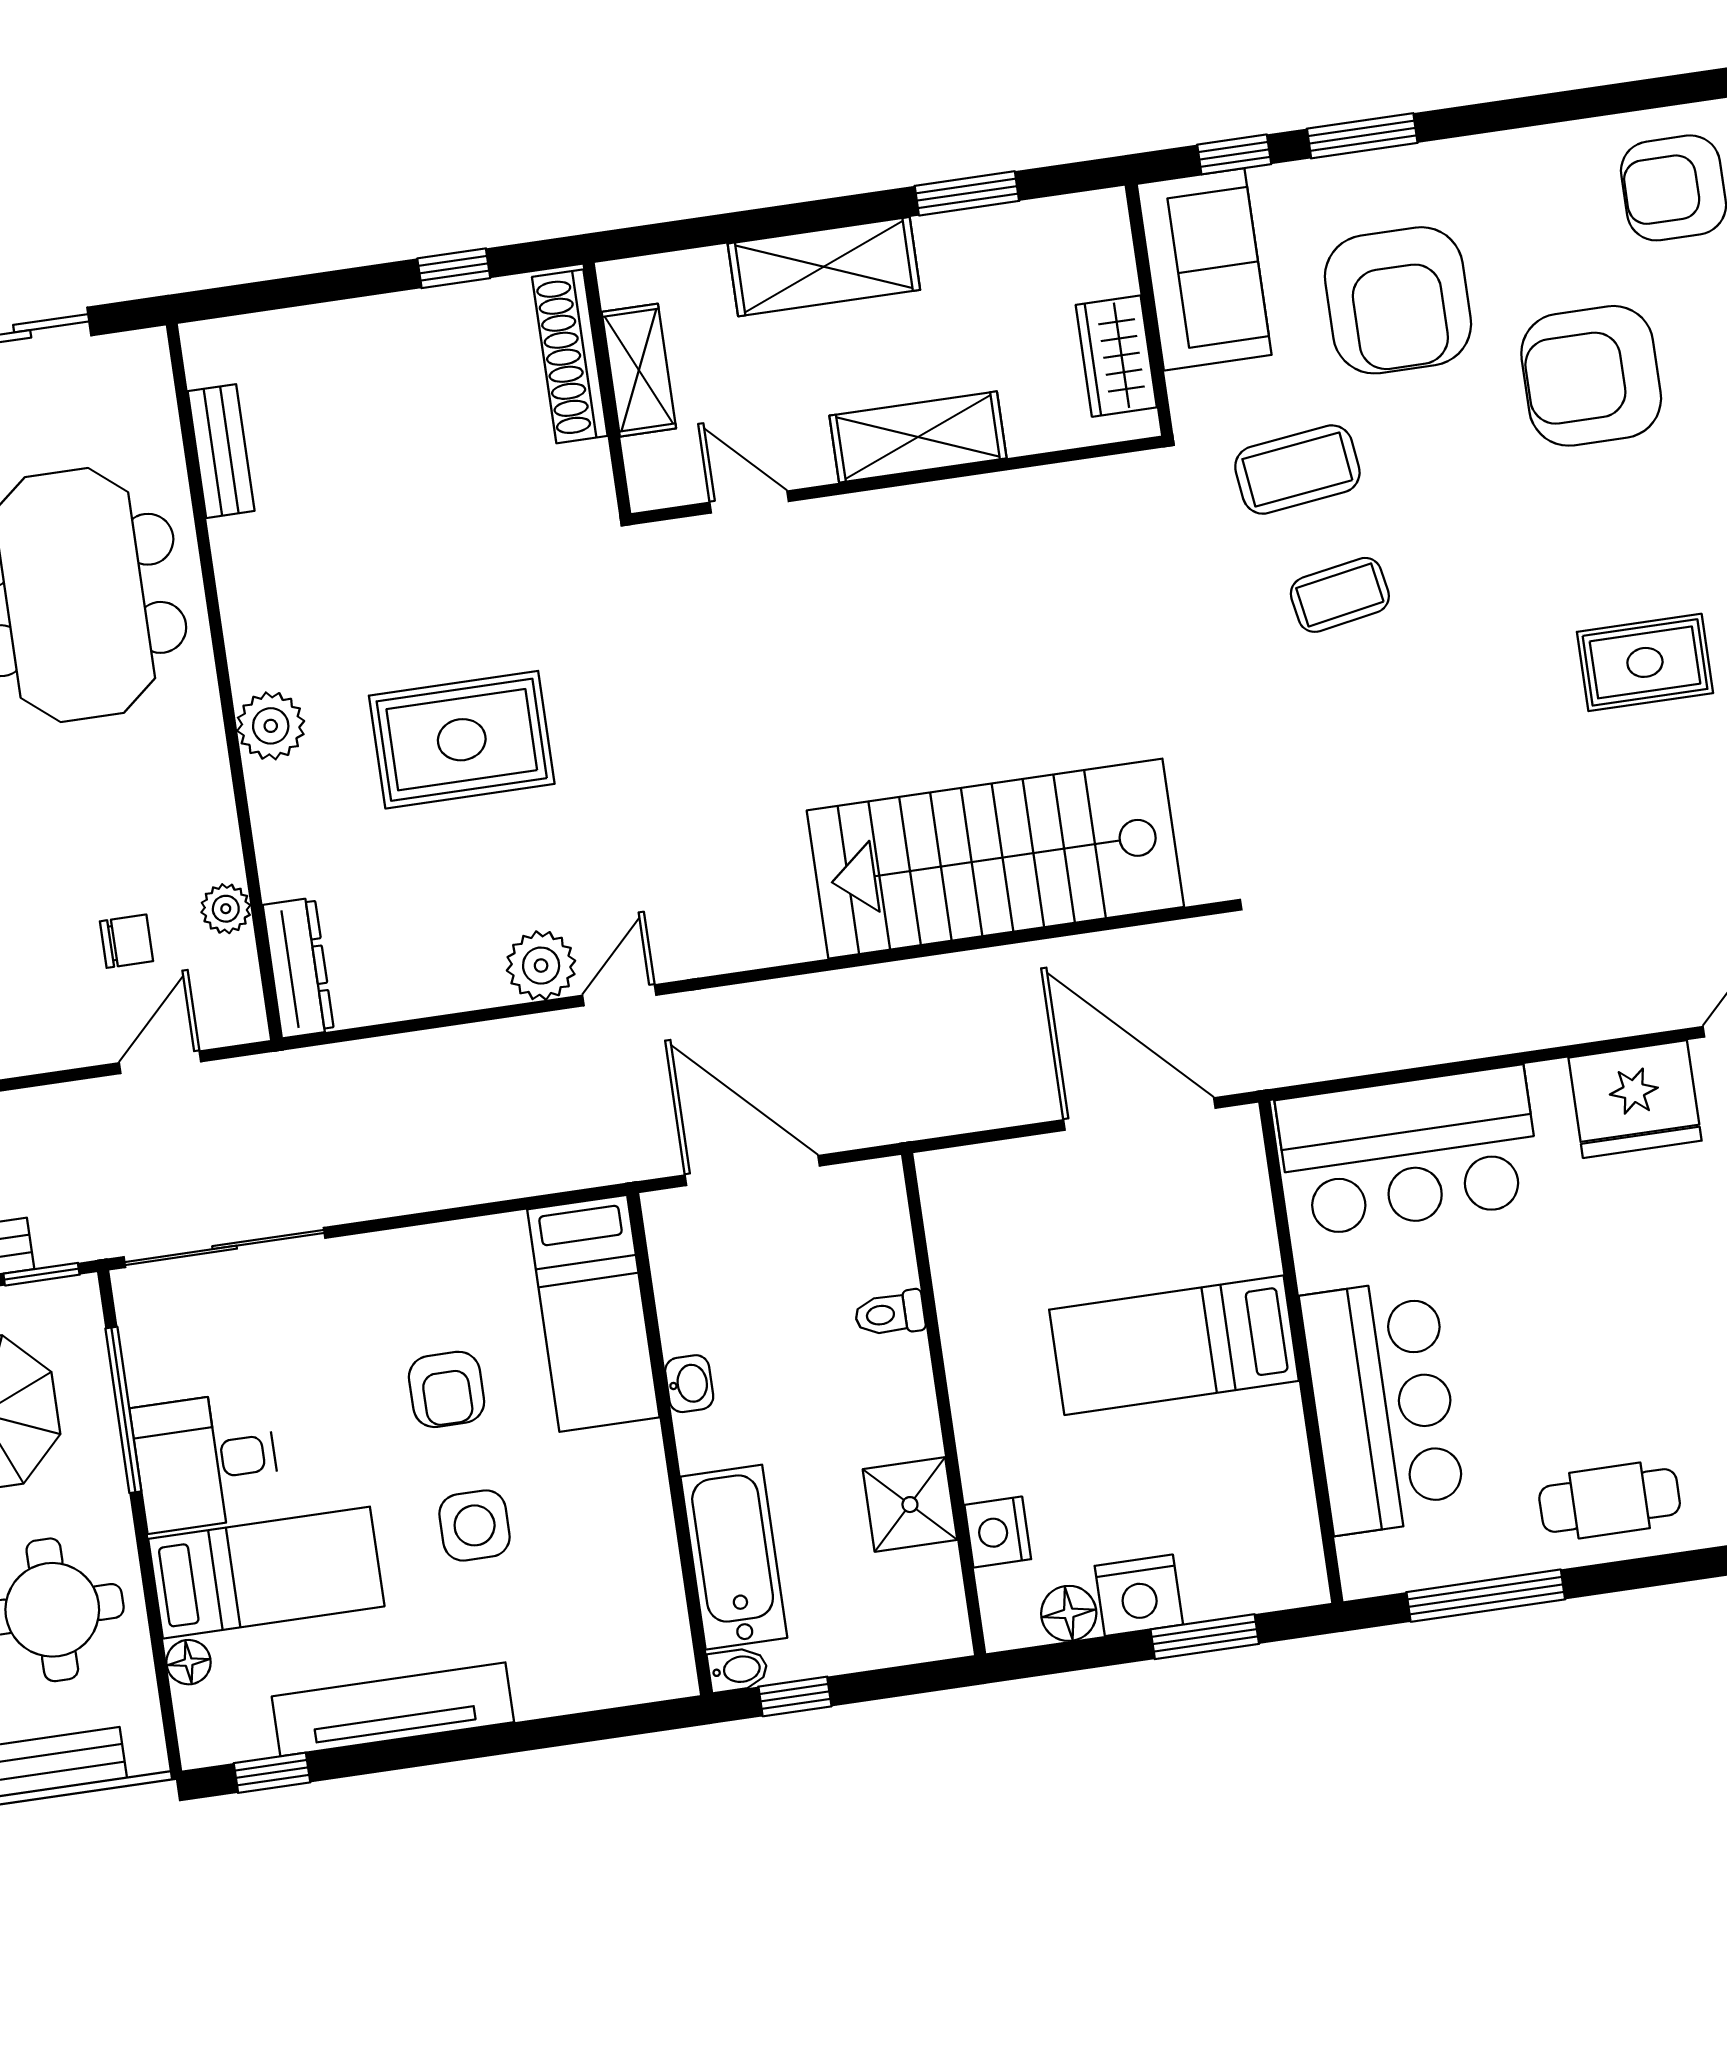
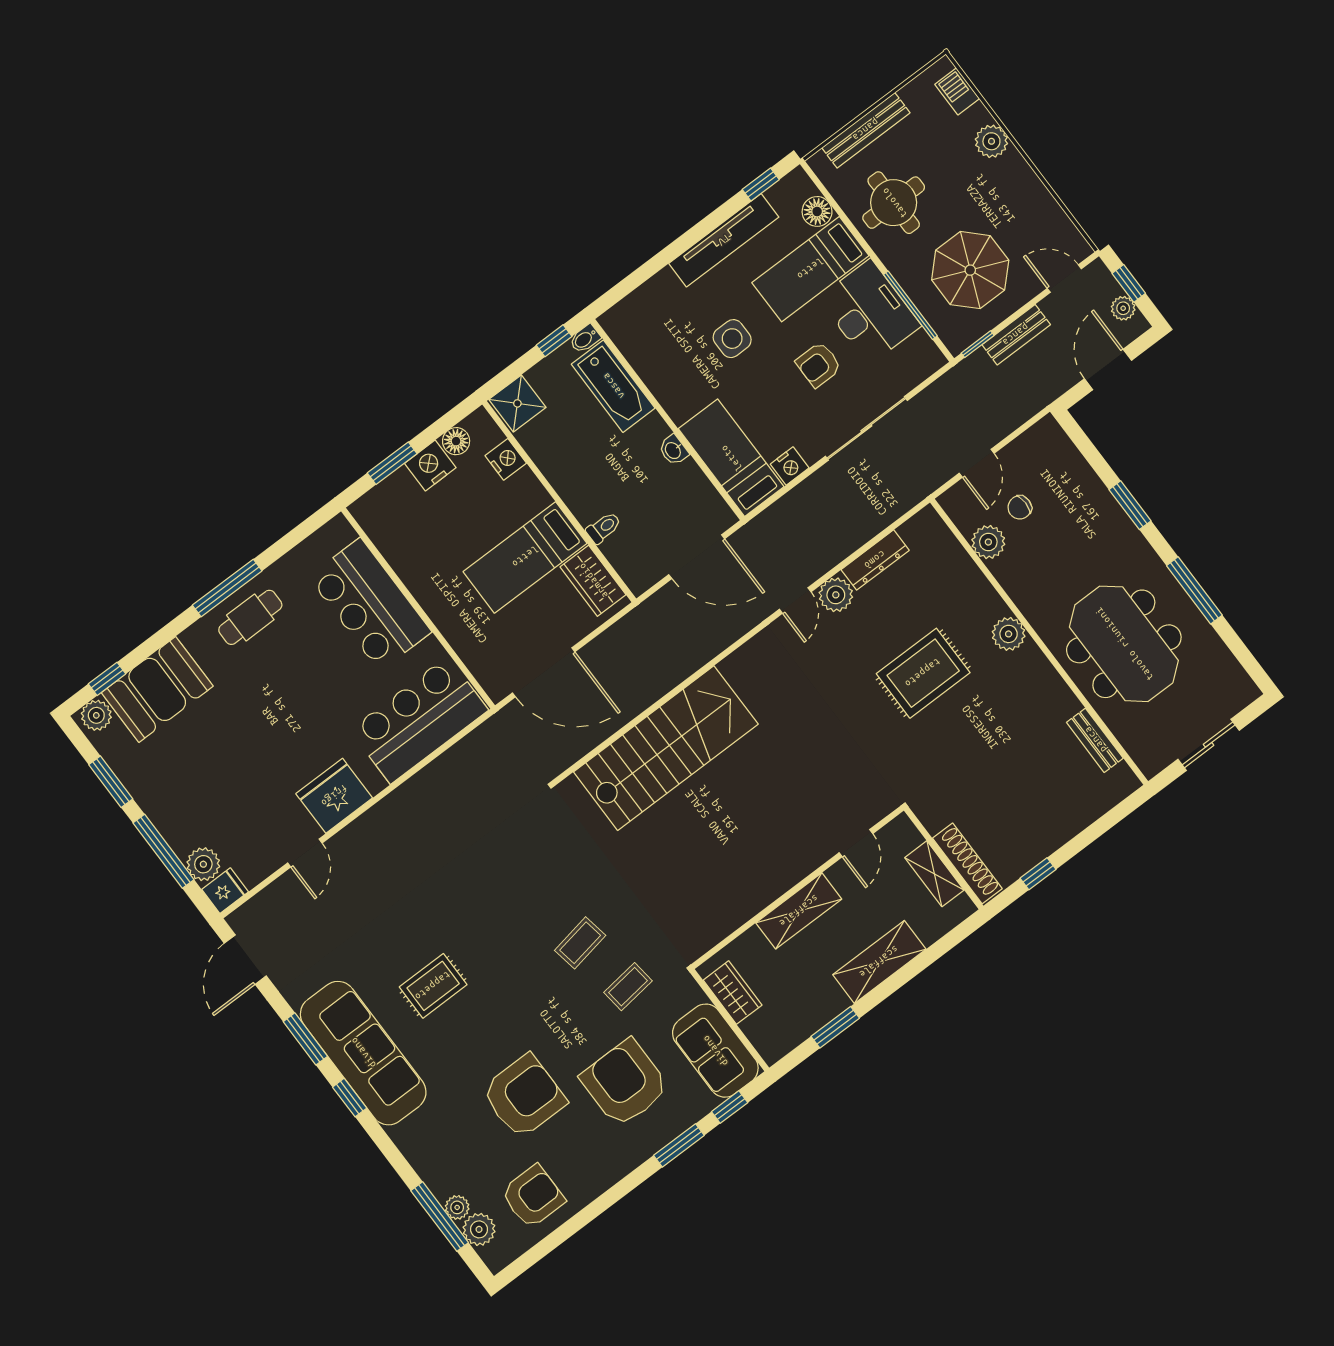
coffee table: (1297, 470) -> (628, 987), width x0.73, depth x0.77
door: (749, 502) -> (856, 843), hinge flipped
plant: (226, 909) -> (988, 542), width x1.38, depth x1.38
dresser: (298, 968) -> (875, 560), moved, turned -90
wardrobe: (961, 1229) -> (593, 581), added
nightstand: (497, 1241) -> (790, 466), added
sliding door: (225, 1247) -> (866, 428), moved
bed: (1174, 1345) -> (525, 557), moved, turned 180
armchair: (447, 1389) -> (819, 365), moved, turned -90
desk: (206, 1461) -> (870, 312), width x1.37
shower: (910, 1505) -> (517, 403), moved
window: (1486, 1596) -> (227, 588), moved
floor lamp: (189, 1662) -> (817, 211), width x1.37, depth x1.37

